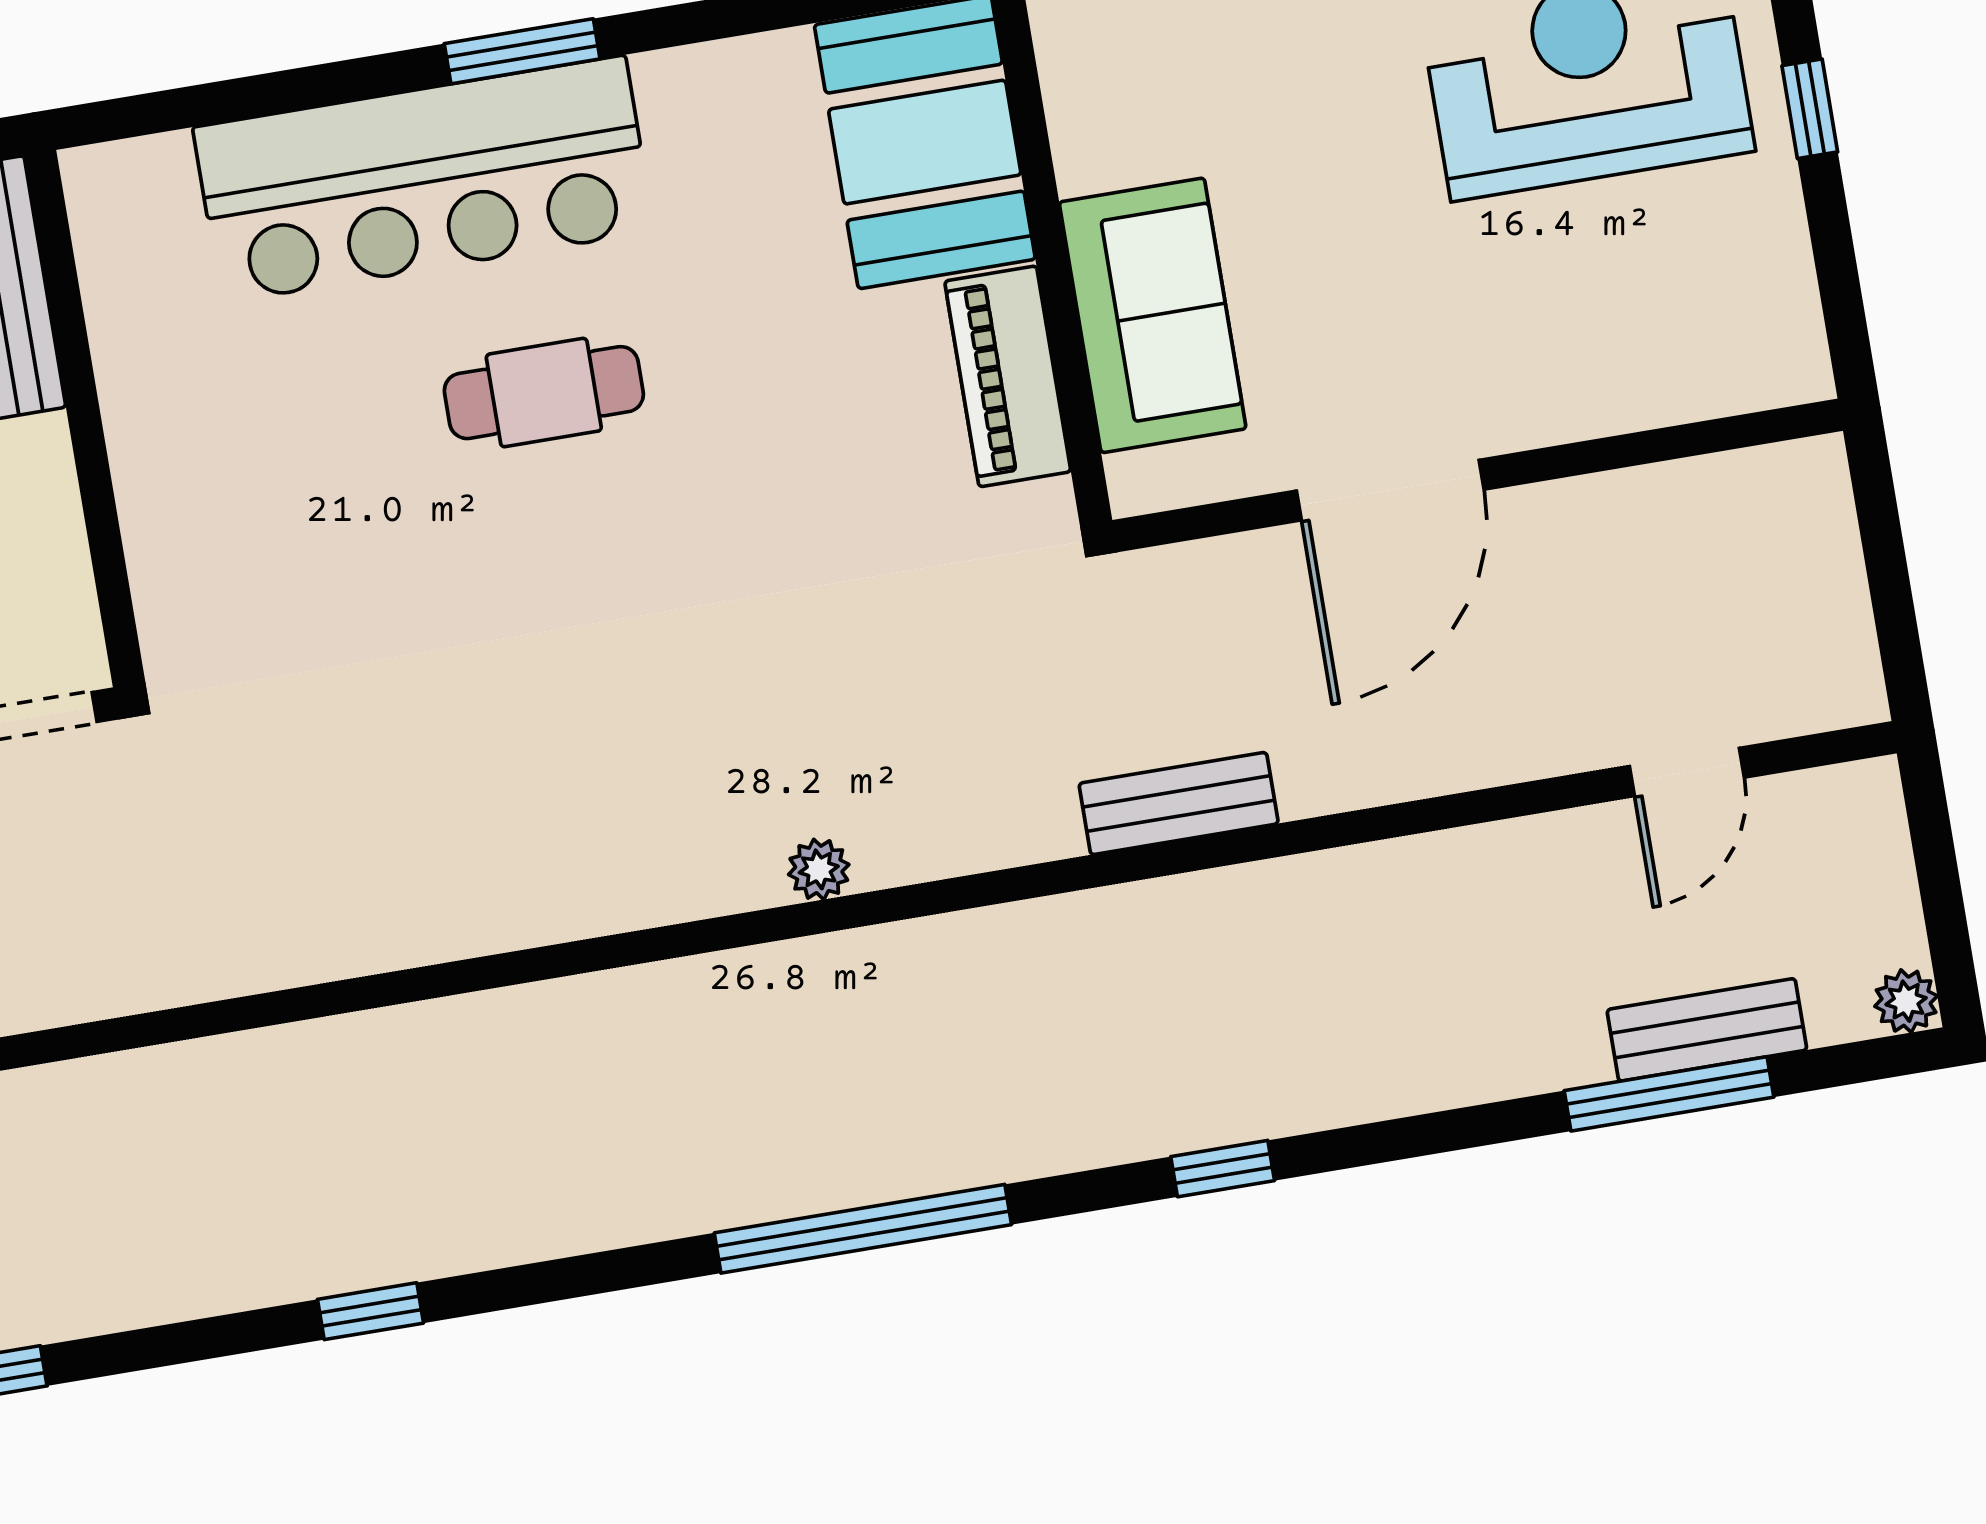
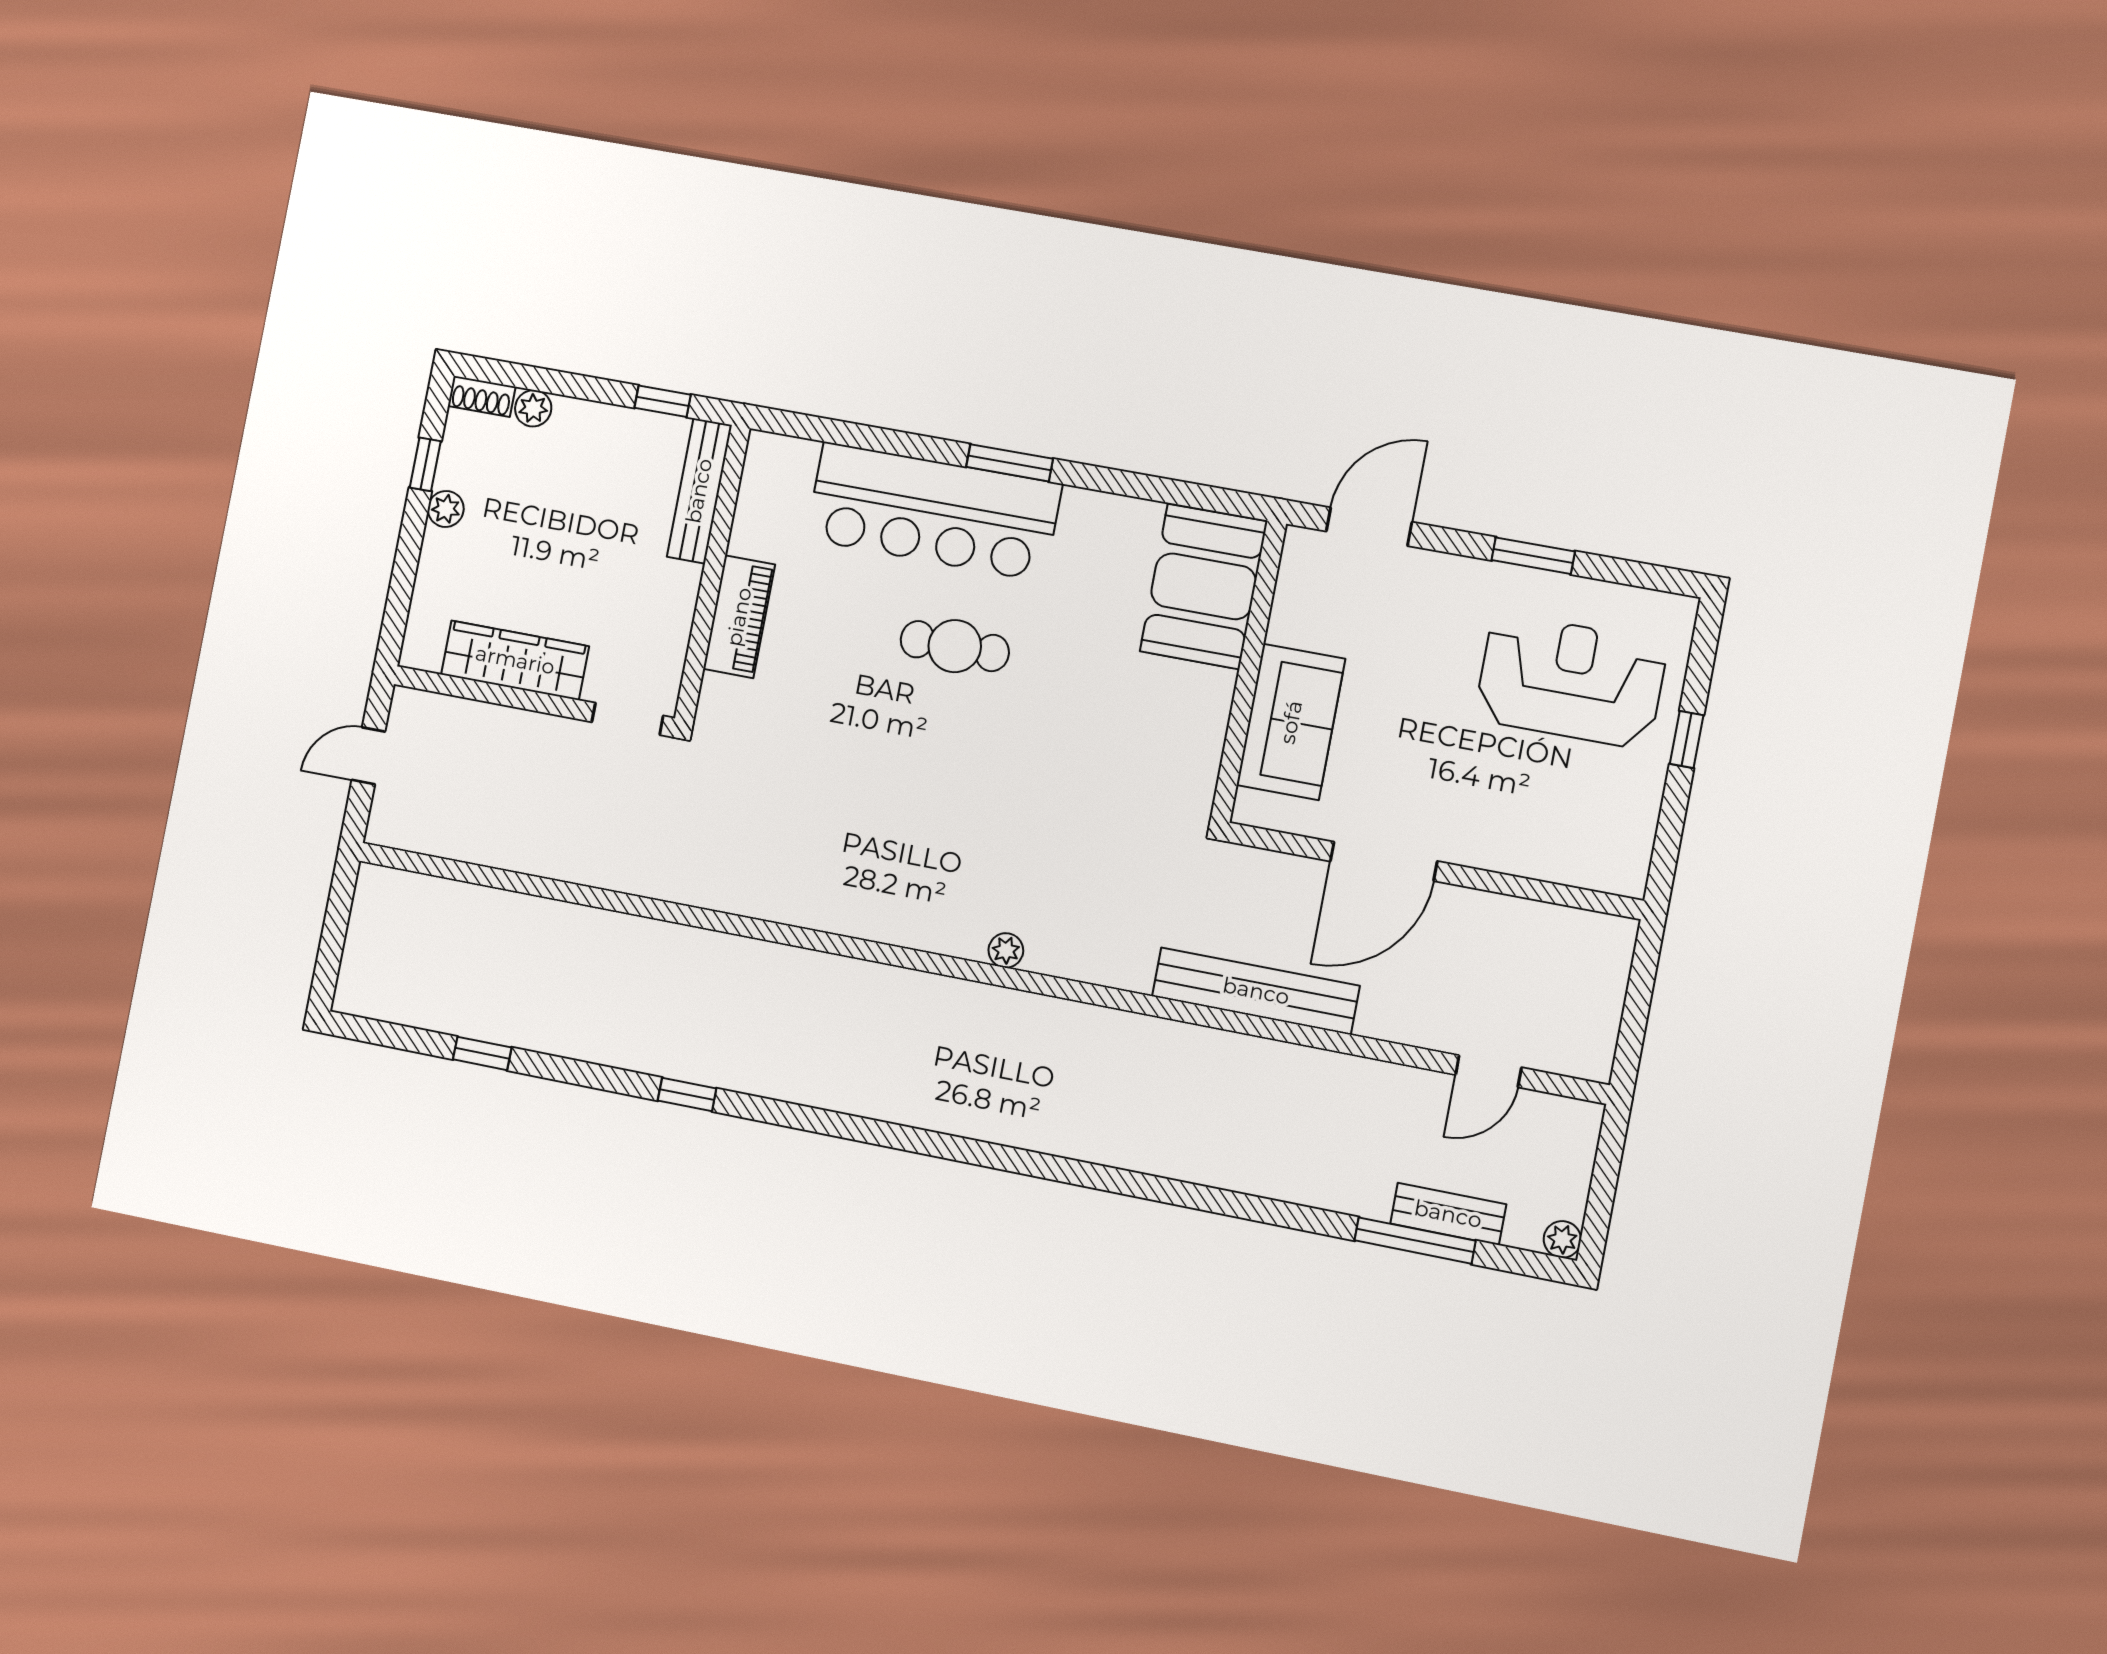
piano: (1008, 376) -> (739, 617), moved, turned 180
bench: (1179, 804) -> (1256, 991), width x1.86, depth x1.21
window: (1223, 1169) -> (1161, 1190), removed
window: (863, 1229) -> (959, 1149), removed

